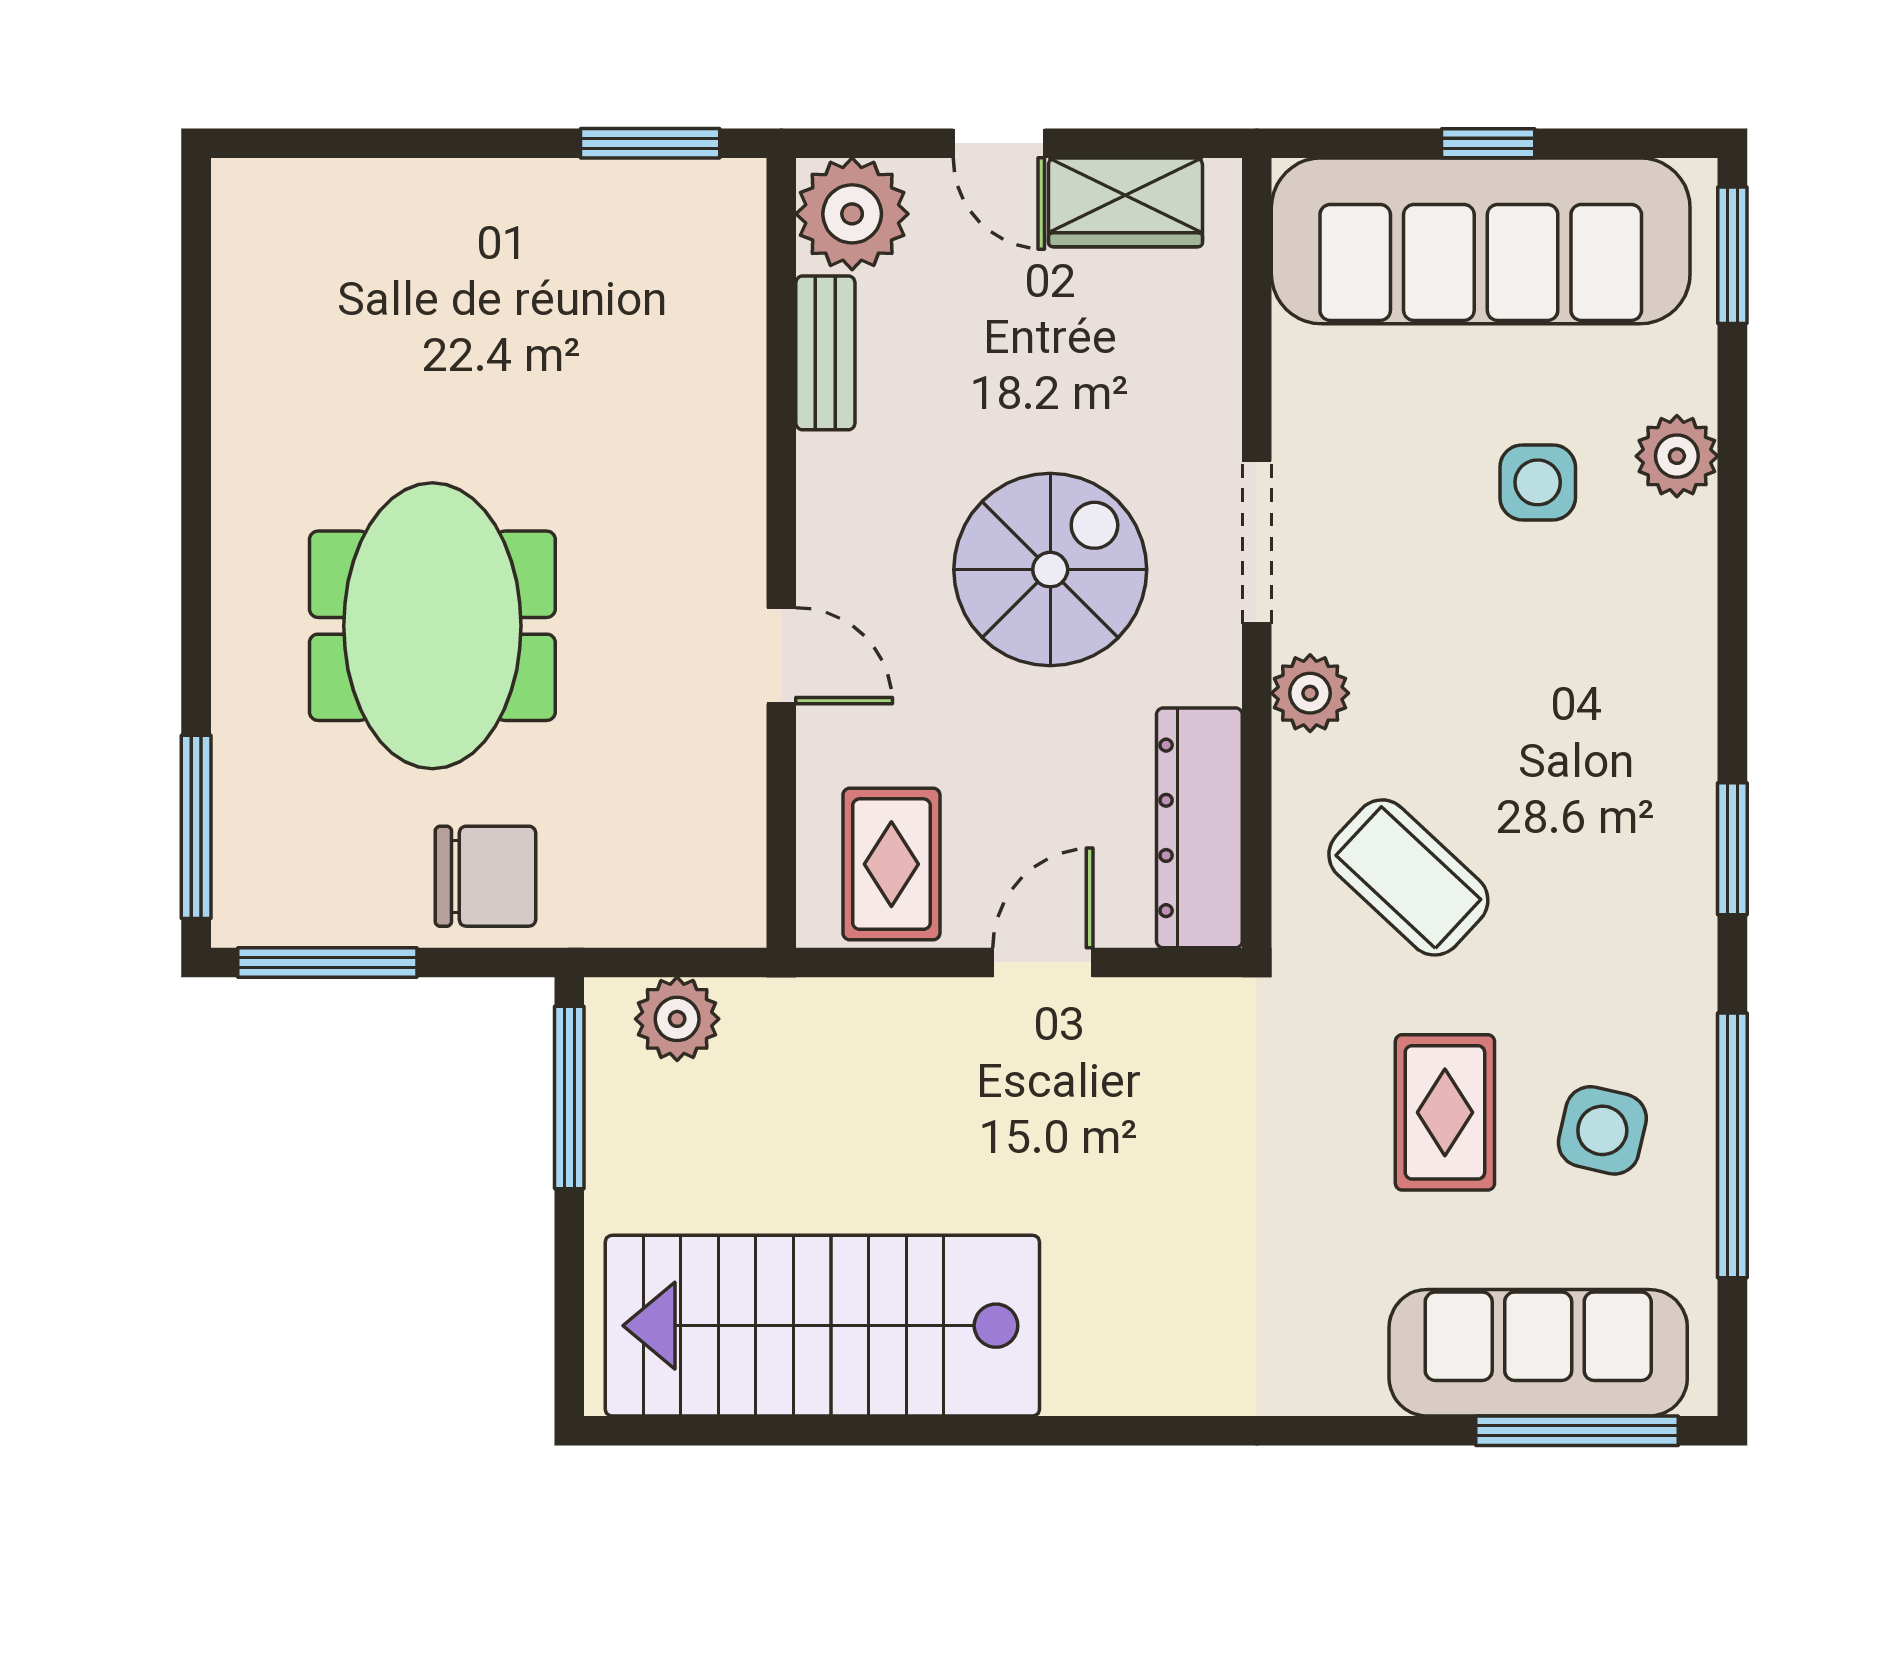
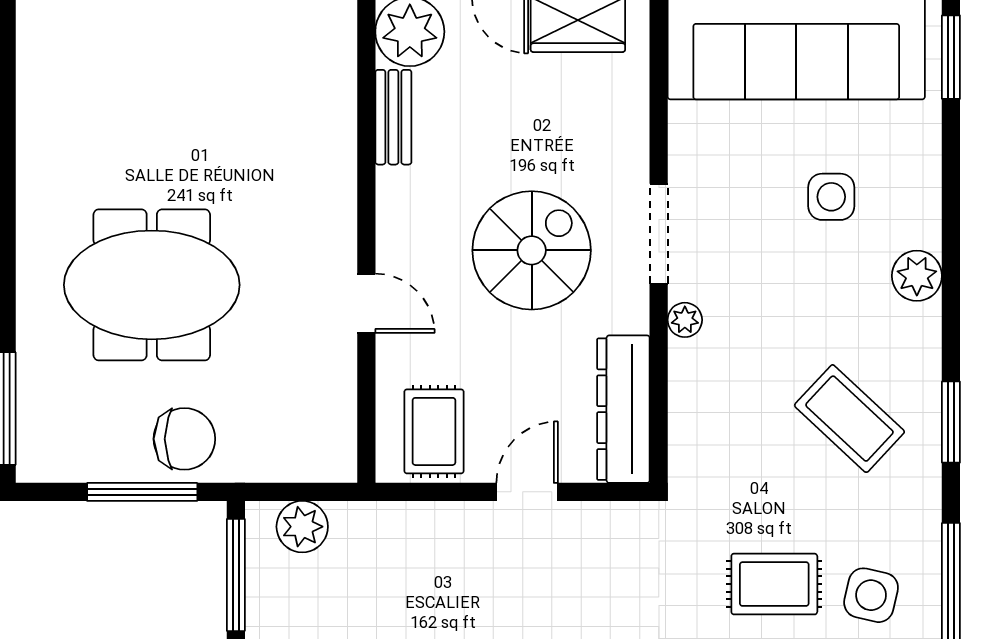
plant: (1677, 456) -> (917, 276), moved
meeting table: (432, 626) -> (152, 285), turned 90
plant: (1310, 693) -> (685, 320), width x0.73, depth x0.73
coffee table: (1408, 877) -> (849, 419), moved
window: (327, 962) -> (142, 492), moved
rug: (1445, 1112) -> (774, 584), turned 90

